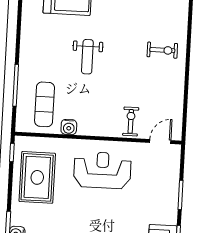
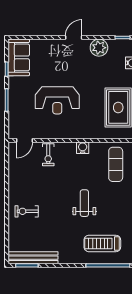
water cooler: (69, 127) -> (83, 148), moved
reception desk: (102, 170) -> (57, 100), moved

